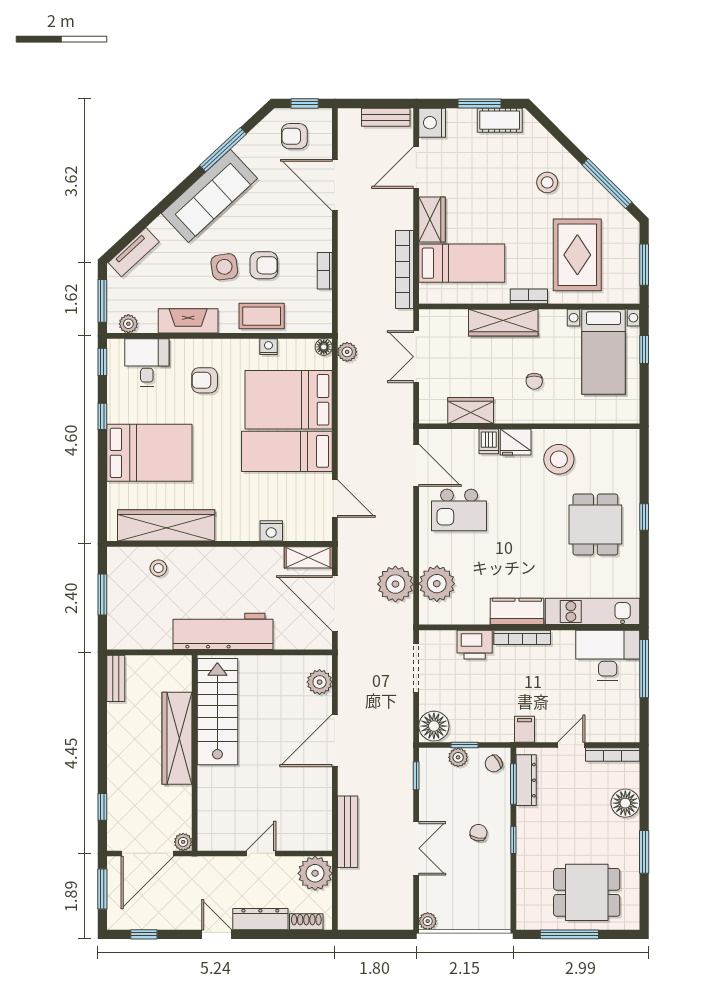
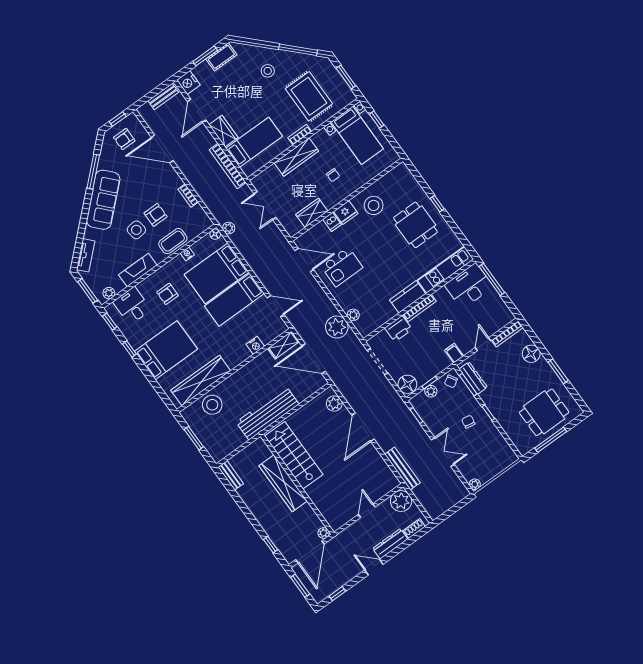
stool: (158, 568) -> (212, 405), width x1.89, depth x1.89
plant: (437, 584) -> (353, 315), width x0.53, depth x0.53

